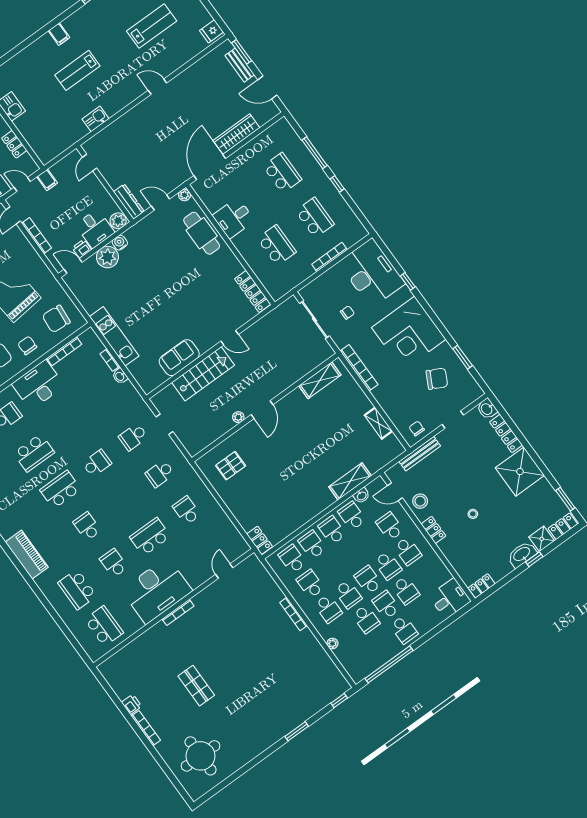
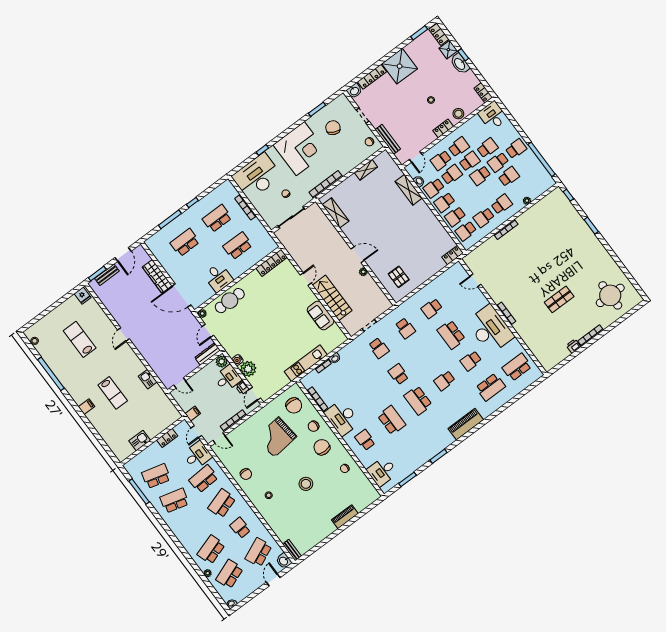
stool: (420, 501) -> (458, 114), moved
school desk: (348, 594) -> (452, 175), moved

